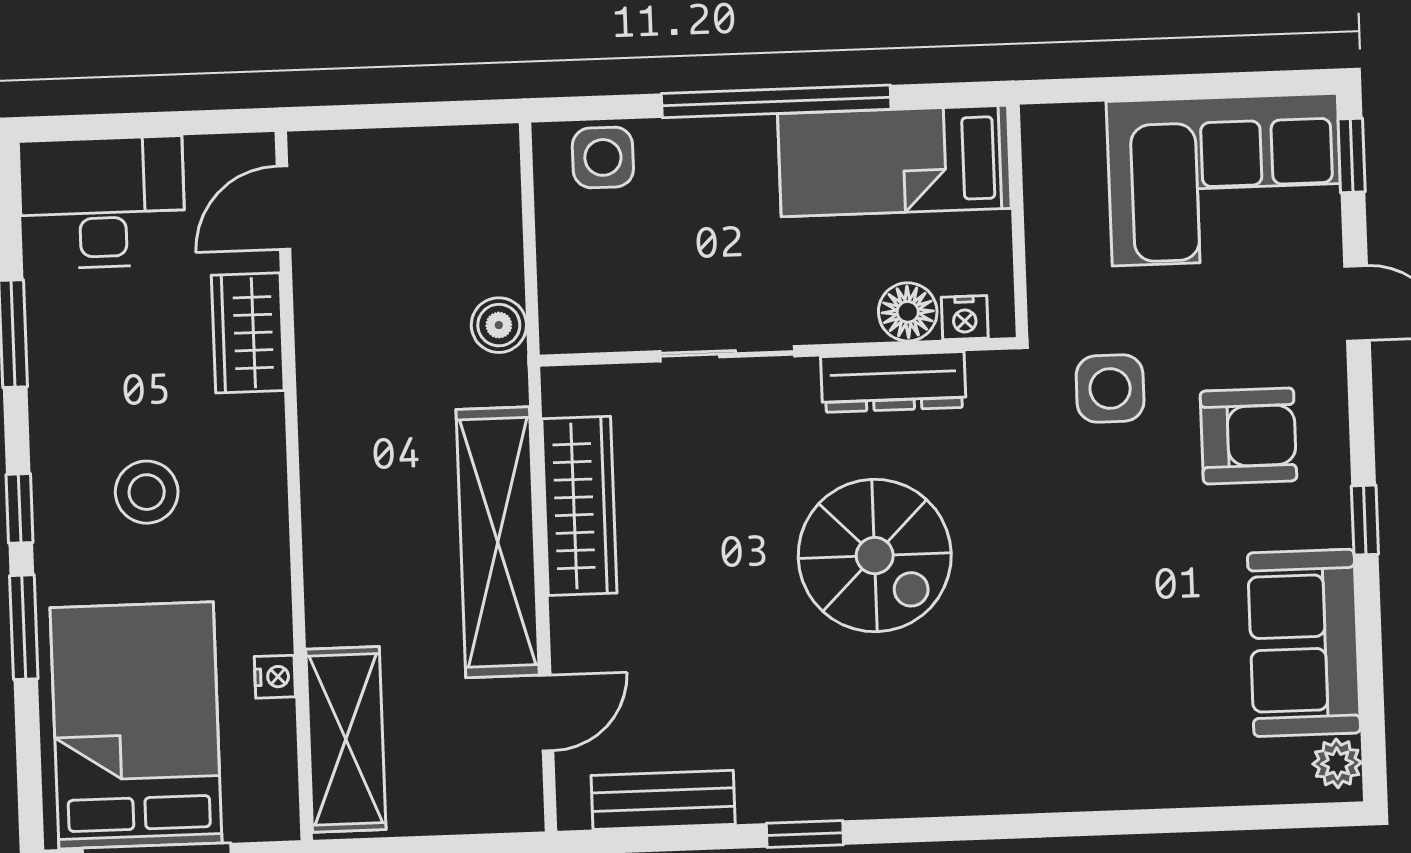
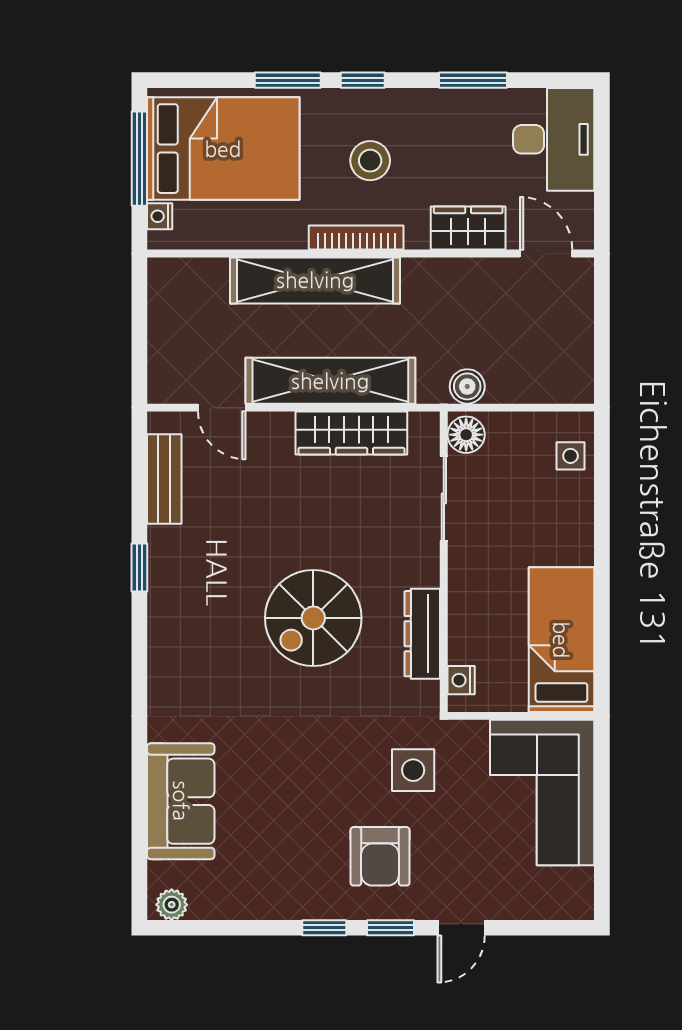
window: (776, 101) -> (602, 566), removed
window: (1352, 155) -> (390, 928), moved
side table: (603, 157) -> (570, 456), width x0.73, depth x0.73
corner sofa: (1225, 180) -> (542, 793), moved
floor lamp: (908, 312) -> (466, 435), moved
sliding door: (727, 354) -> (444, 498), moved
bookcase: (269, 510) -> (356, 238), added
sofa: (1304, 643) -> (181, 801), moved, turned 90
nightstand: (275, 677) -> (160, 216), moved, turned 90
shelving: (346, 739) -> (315, 280), moved, width x1.47

